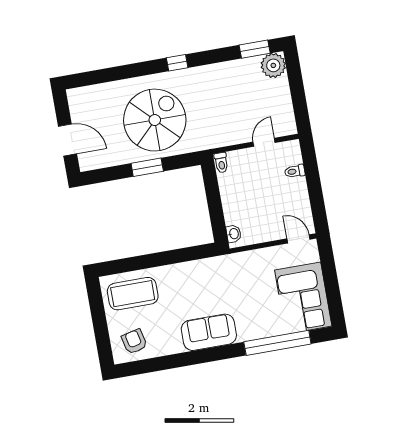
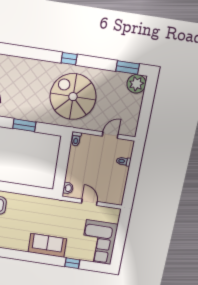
spiral stairs: (155, 120) -> (73, 97), moved, turned -90
door: (298, 239) -> (89, 202), moved
sofa: (209, 332) -> (47, 245), moved
window: (277, 343) -> (72, 263), width x0.32

